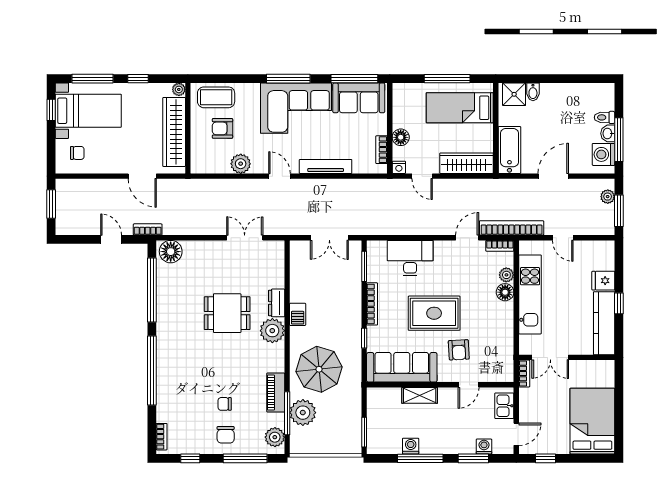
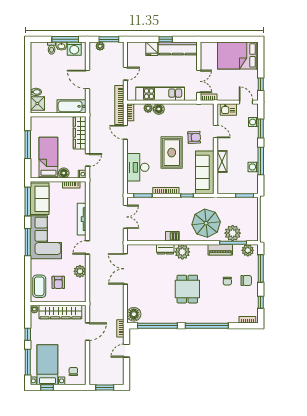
bed: (460, 108) -> (48, 158), moved, turned 180
double door: (245, 238) -> (125, 269), width x1.37
dining table: (227, 313) -> (187, 289), moved

